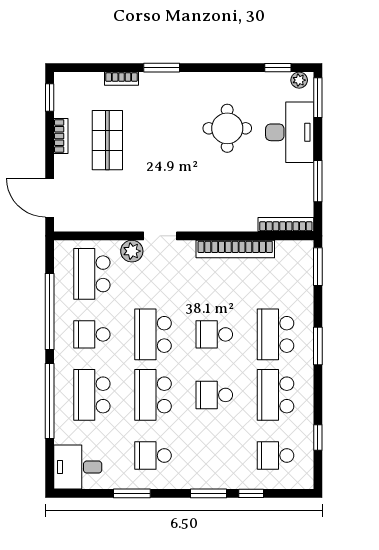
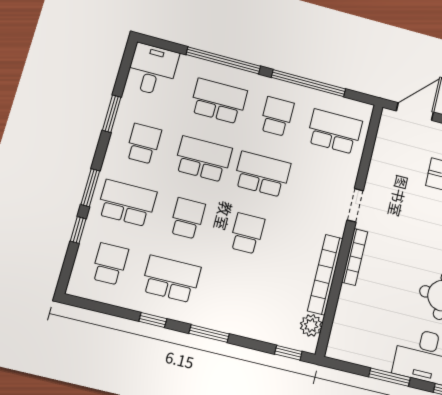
window: (318, 181) -> (390, 377), moved
bookcase: (286, 225) -> (355, 257), moved
plant: (132, 251) -> (311, 325), moved
window: (318, 267) -> (288, 353), width x0.67
school desk: (276, 334) -> (127, 203), moved
window: (318, 438) -> (153, 320), moved

